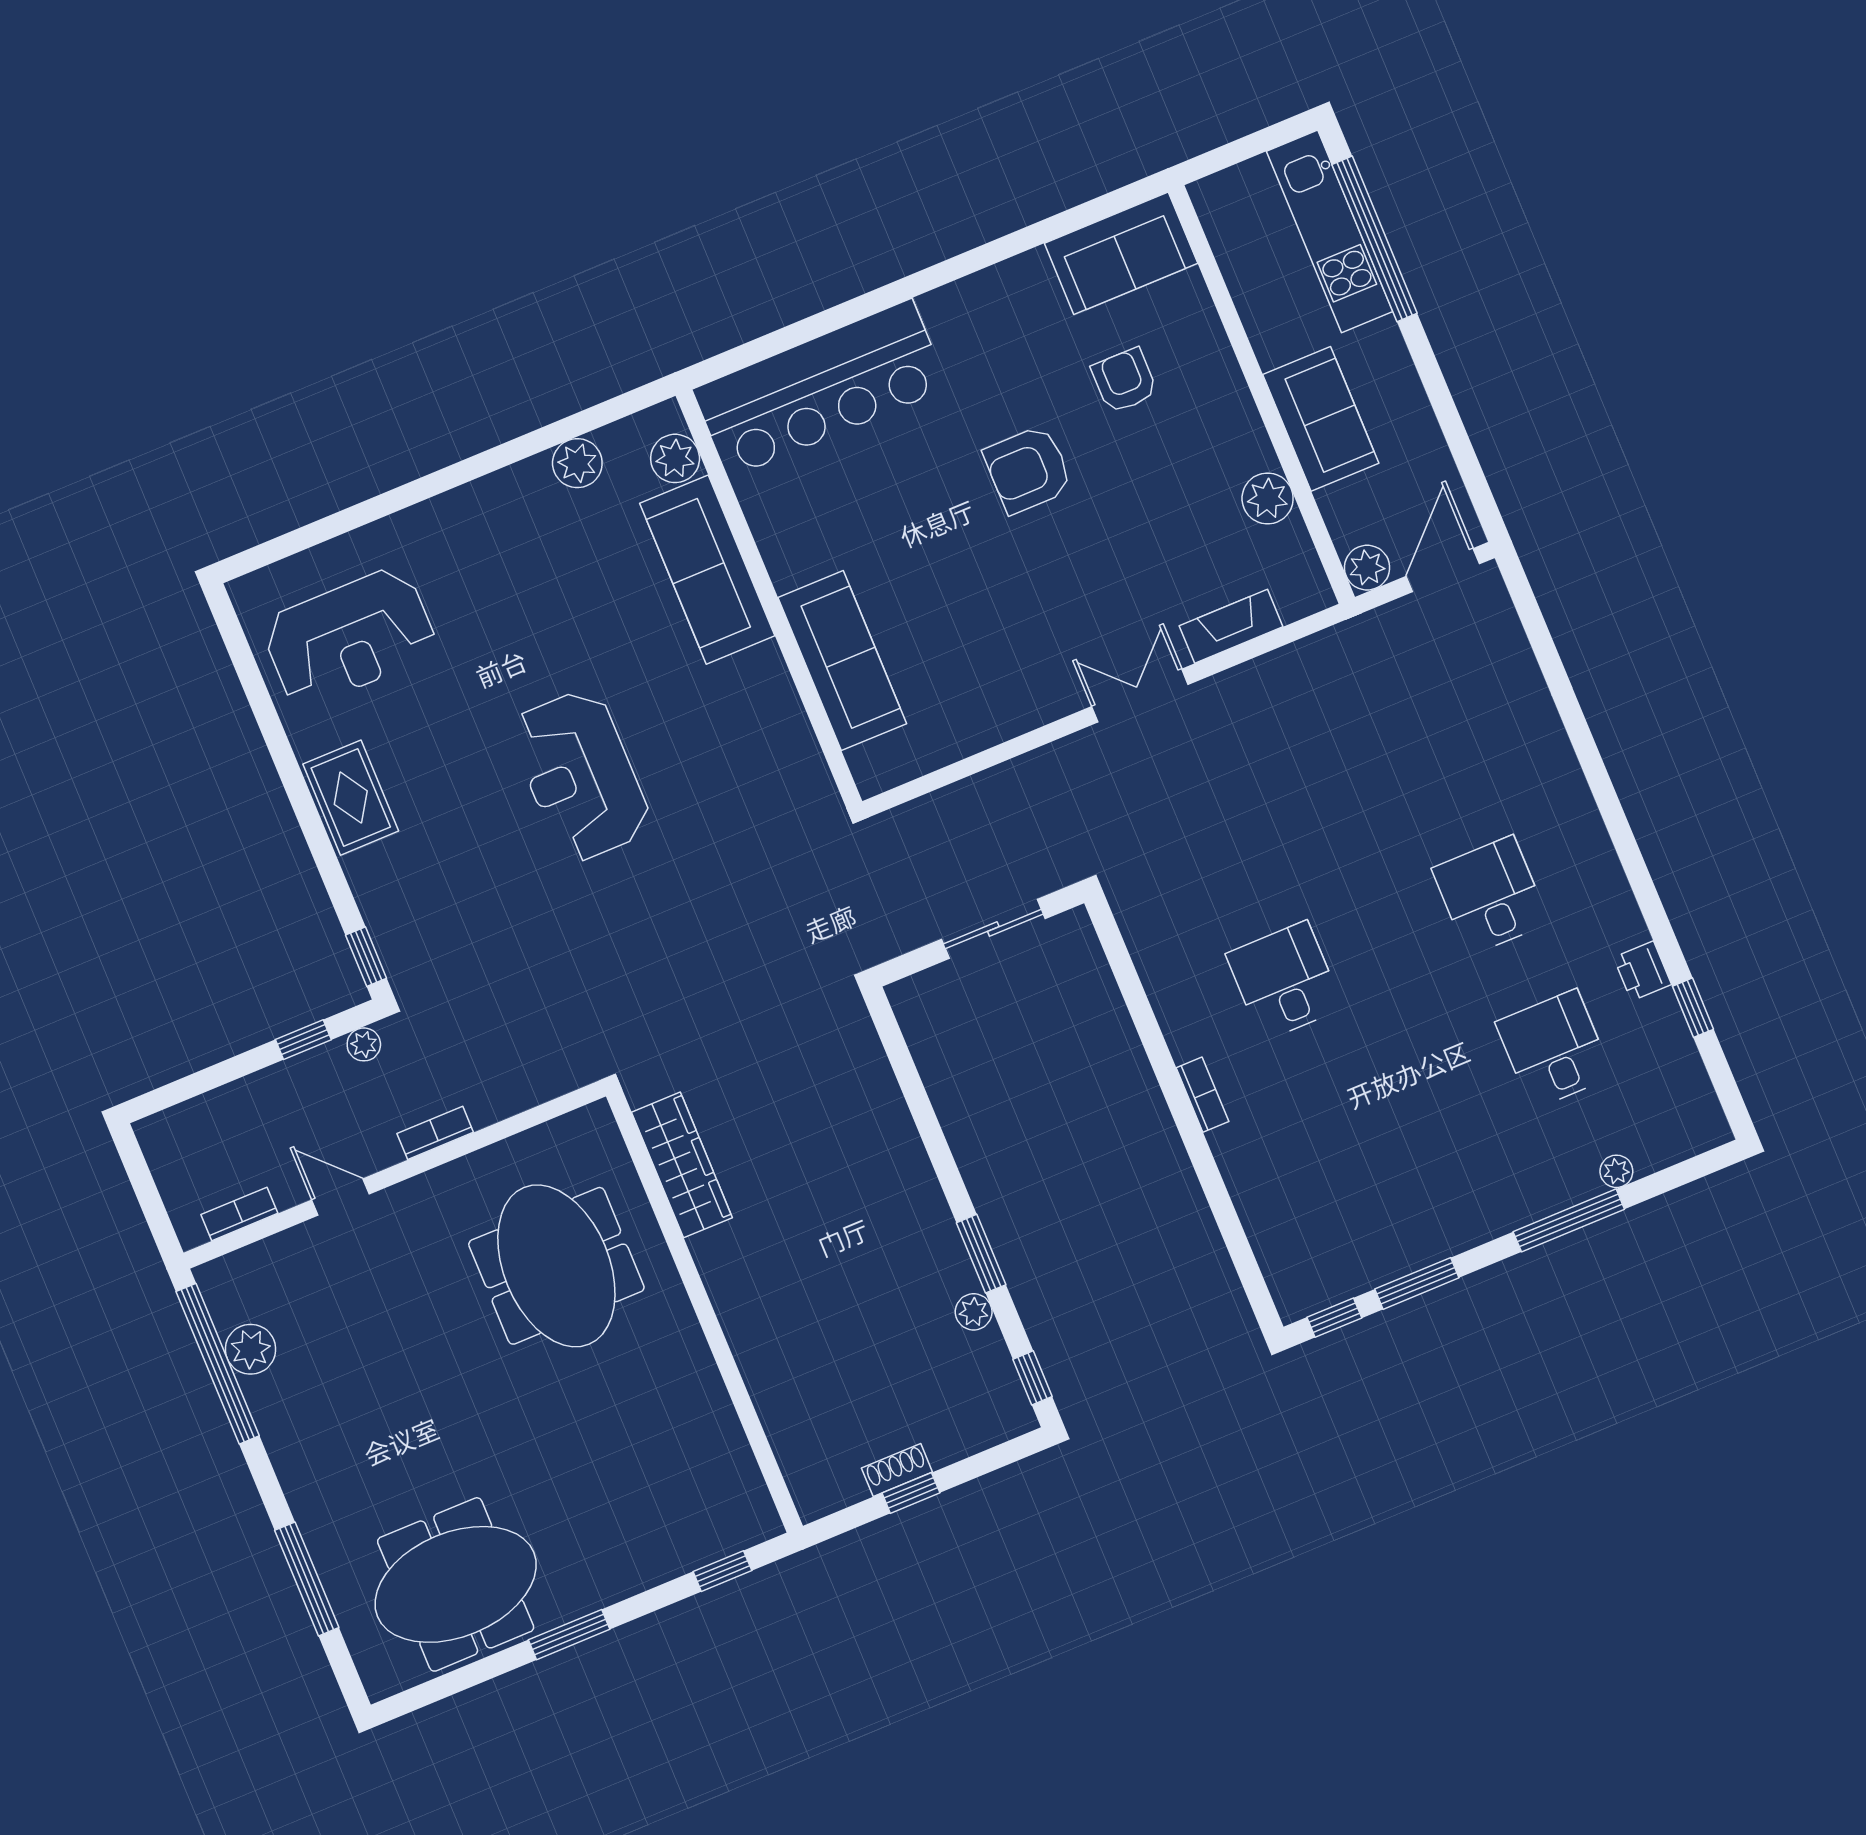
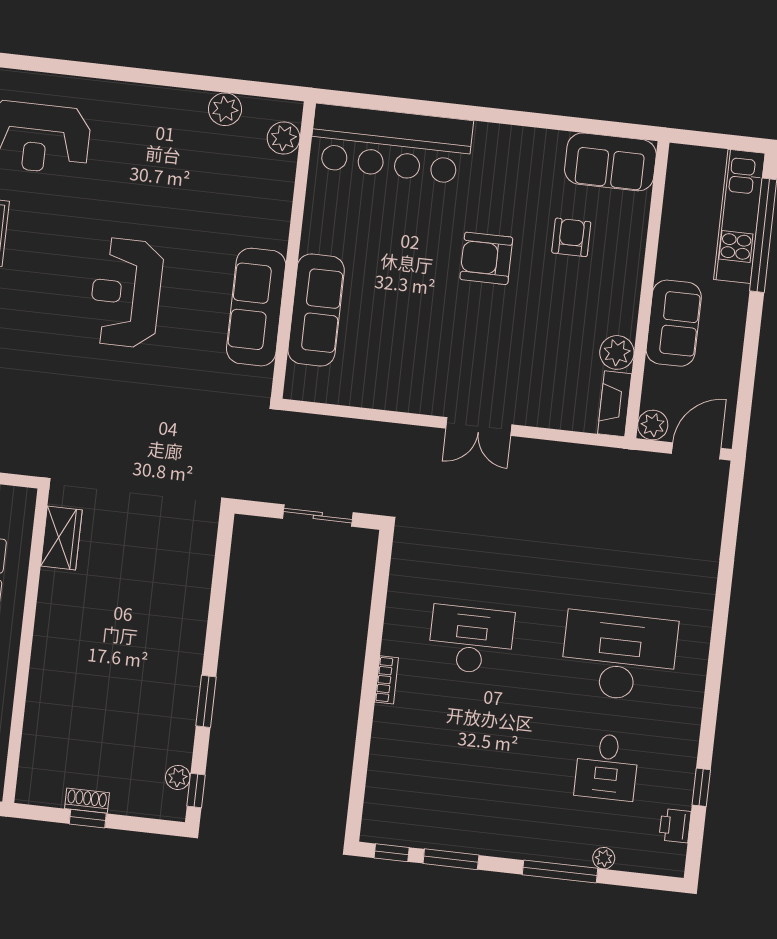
sofa: (707, 570) -> (256, 307), moved
fireplace: (1231, 626) -> (615, 404), moved, turned -90
double door: (1140, 696) -> (479, 426), swing flipped
desk: (1490, 896) -> (619, 656), width x1.87, depth x1.30
printer: (1642, 971) -> (675, 826), moved
desk: (1284, 981) -> (471, 640), width x1.37
desk: (1554, 1049) -> (607, 767), turned 180
wardrobe: (682, 1165) -> (61, 538), width x0.67
plant: (974, 1312) -> (178, 777), moved

